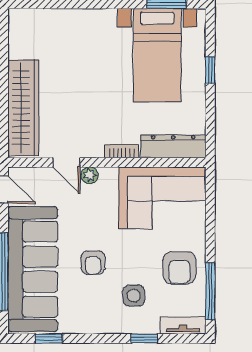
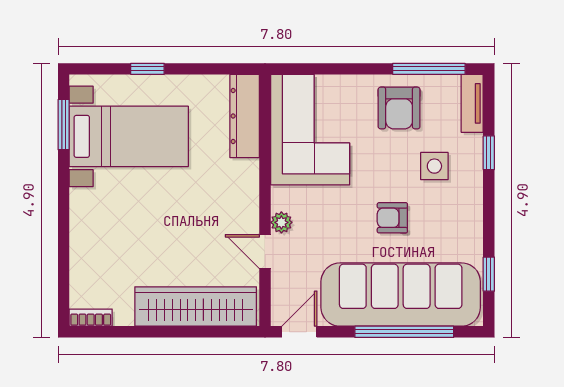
bookcase: (122, 151) -> (91, 318), moved, turned 90
door: (66, 162) -> (265, 252), swing flipped
armchair: (93, 263) -> (392, 218), turned 180
armchair: (179, 268) -> (399, 108), turned 90

